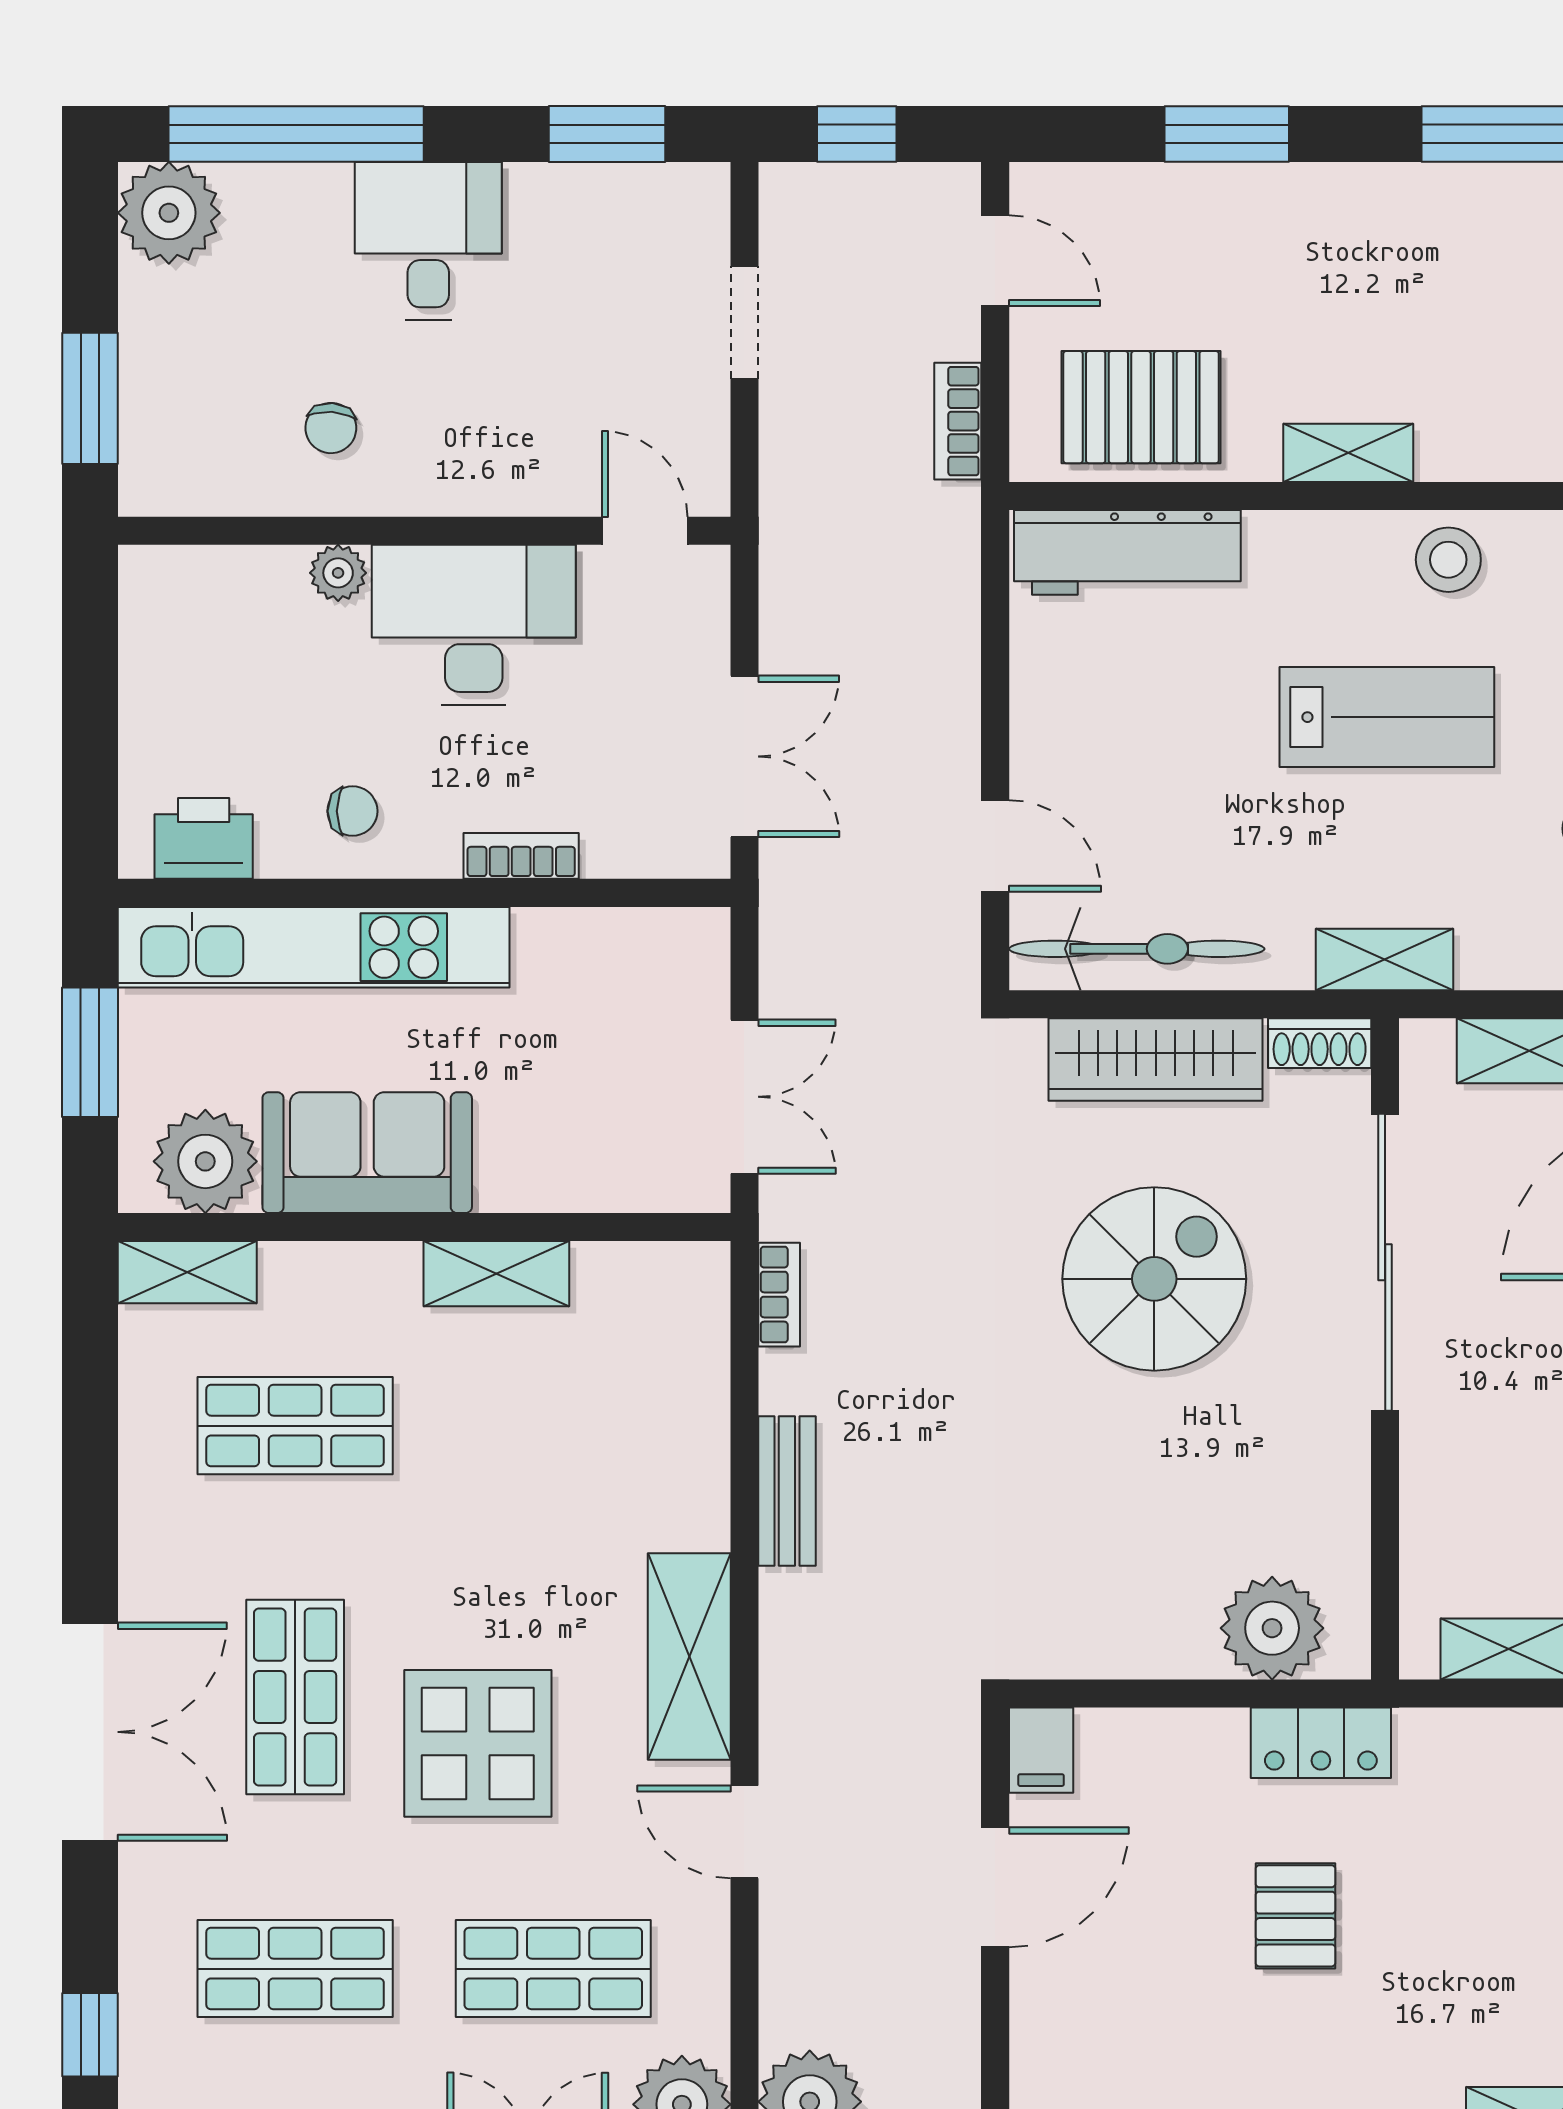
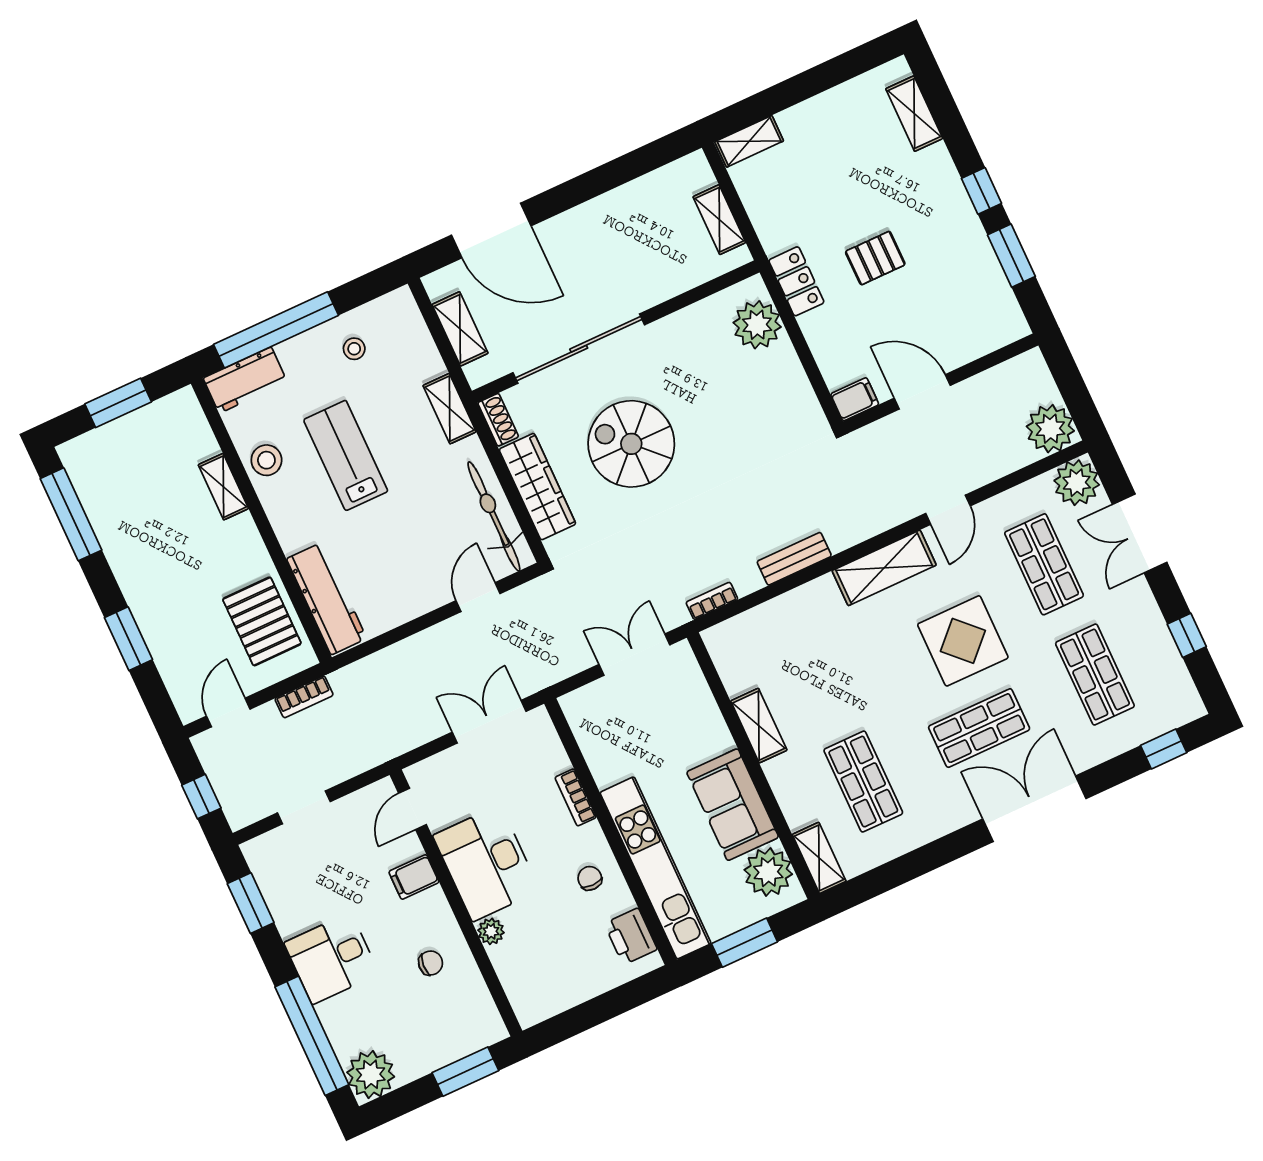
shelving: (1348, 453) -> (223, 487), moved
filing cabinet: (512, 473) -> (414, 877), added

